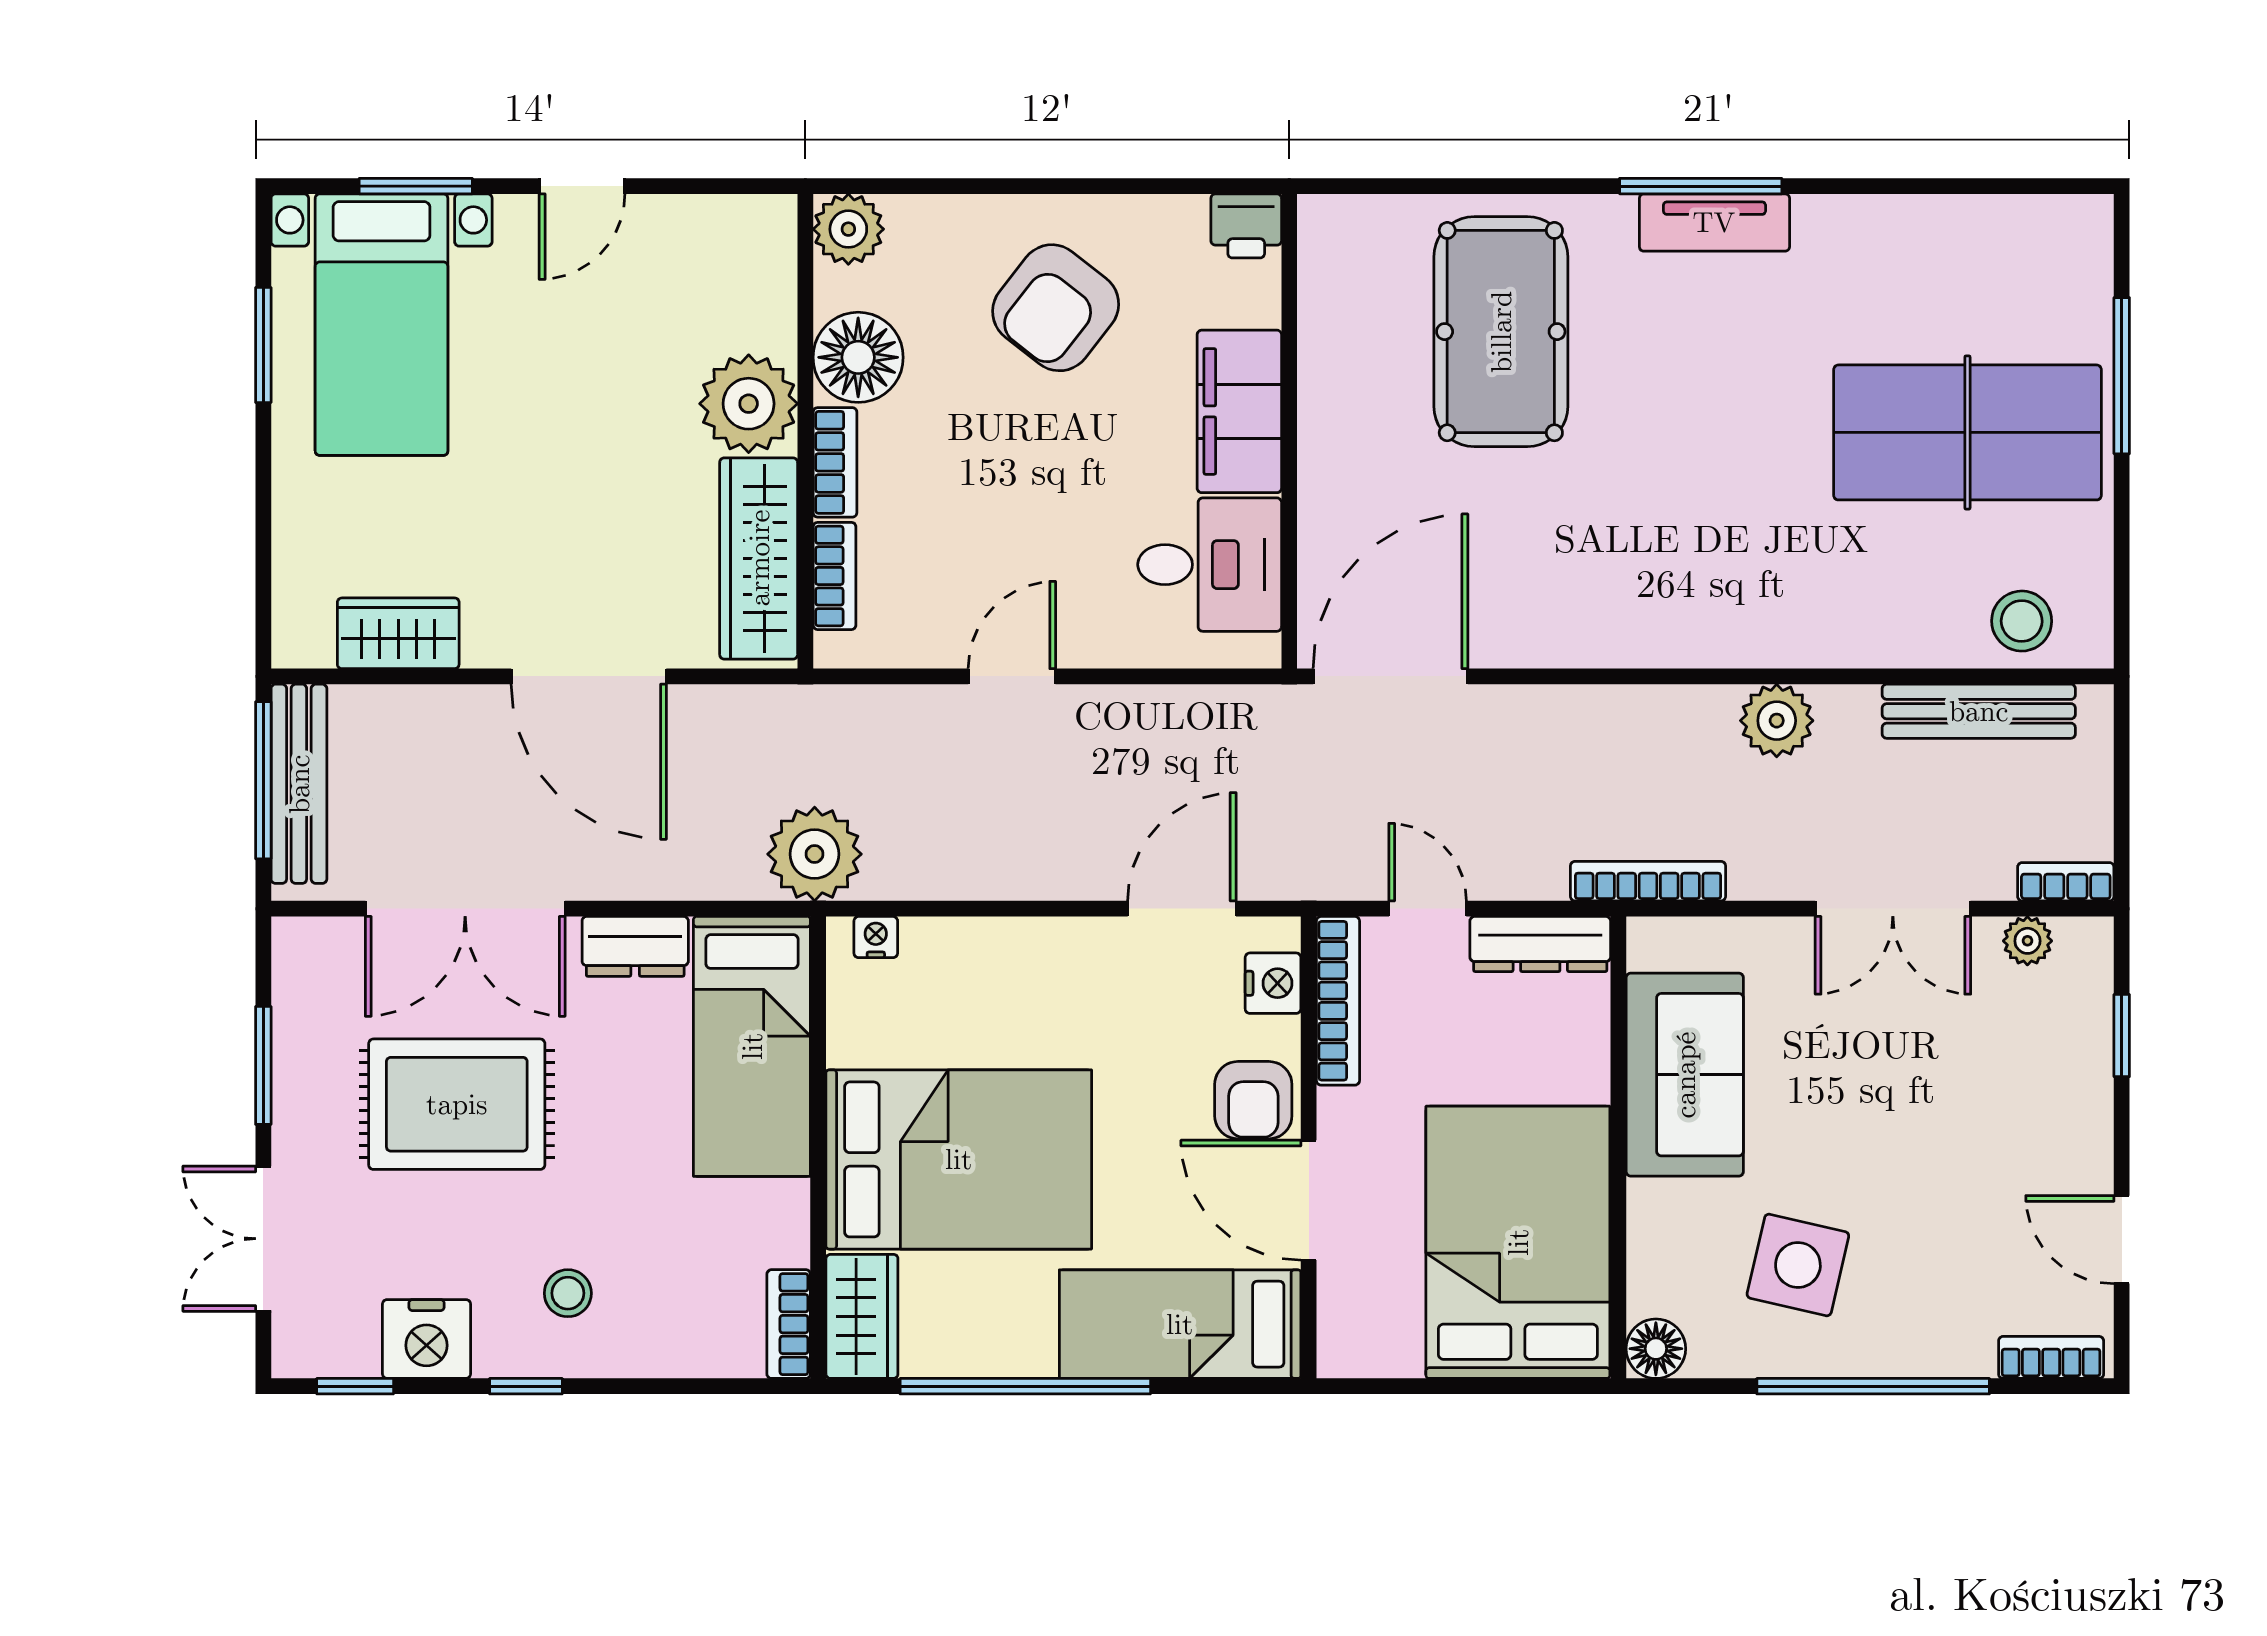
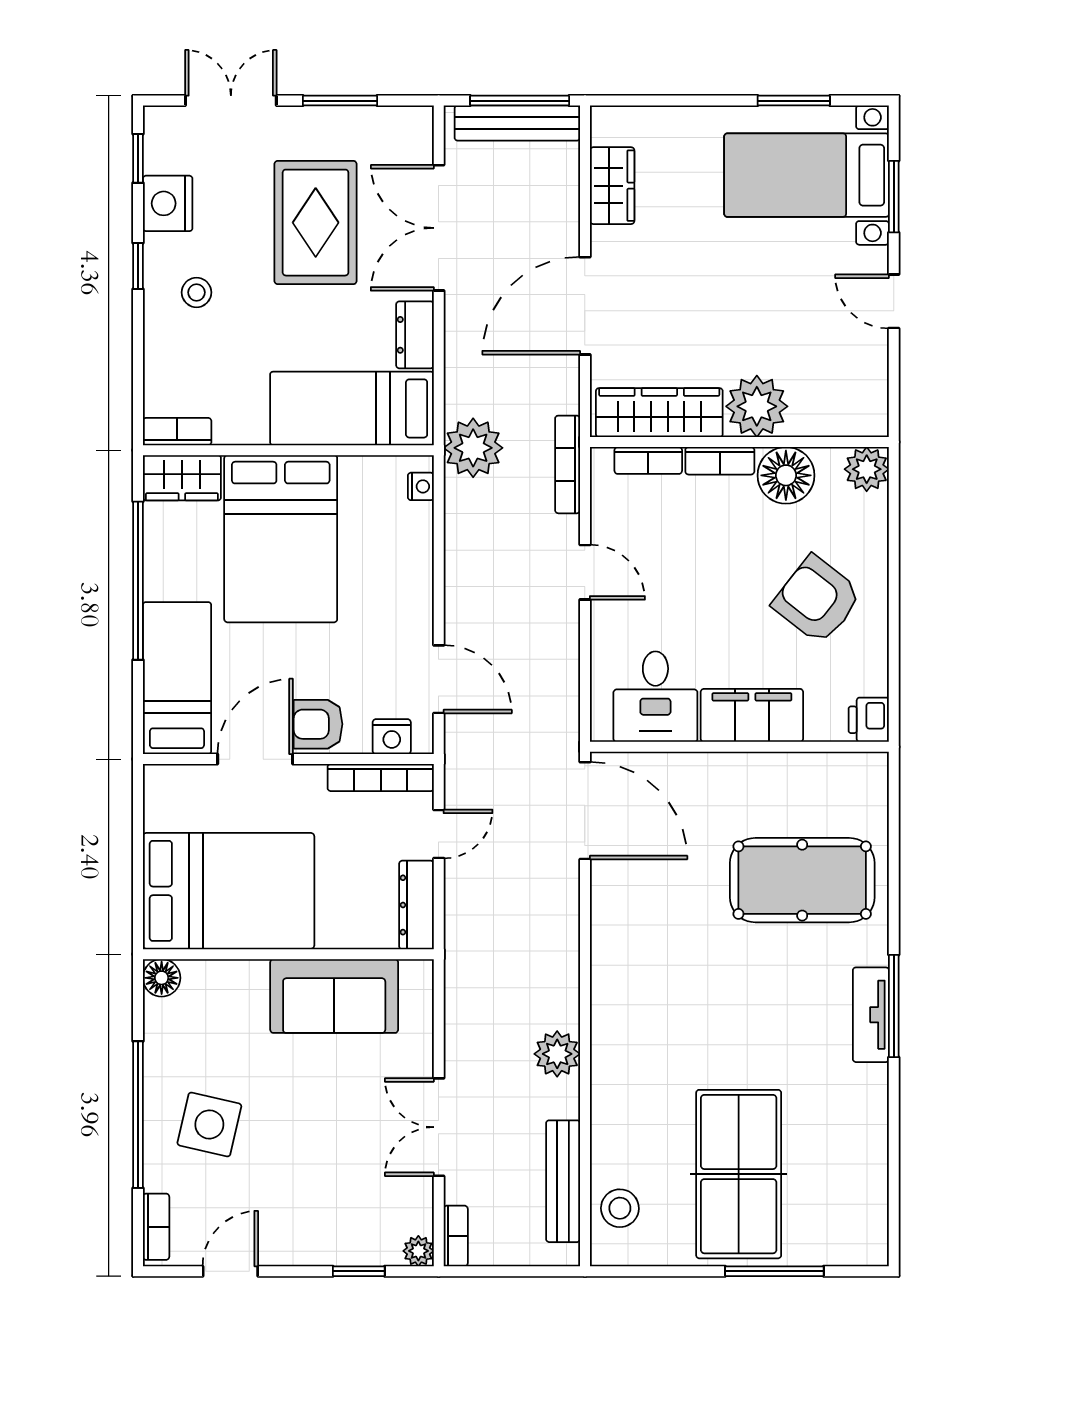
bookcase: (1648, 881) -> (568, 464), moved, turned 180
plant: (2027, 941) -> (418, 1251), moved
side table: (1798, 1265) -> (209, 1124), moved

